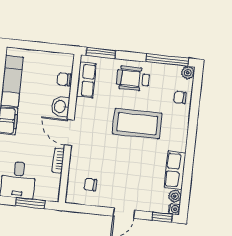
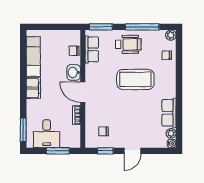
window: (167, 60) -> (142, 27), moved
wheelchair: (133, 79) -> (128, 44), turned 180
window: (162, 217) -> (105, 151), moved

